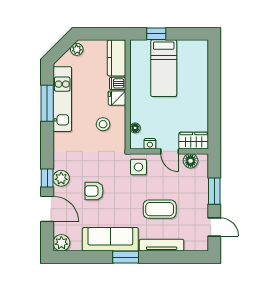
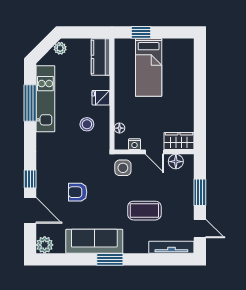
dishwasher: (118, 83) -> (102, 83), removed
plant: (61, 178) -> (44, 179), removed
tv unit: (162, 245) -> (171, 247), moved

